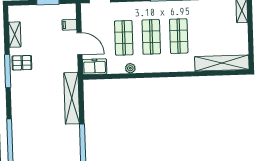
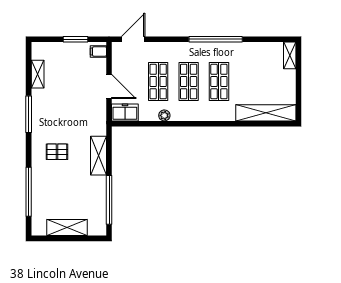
filing cabinet: (69, 25) -> (98, 52), moved
pallet: (22, 63) -> (57, 152), moved
shelving: (72, 98) -> (98, 156), width x0.68

